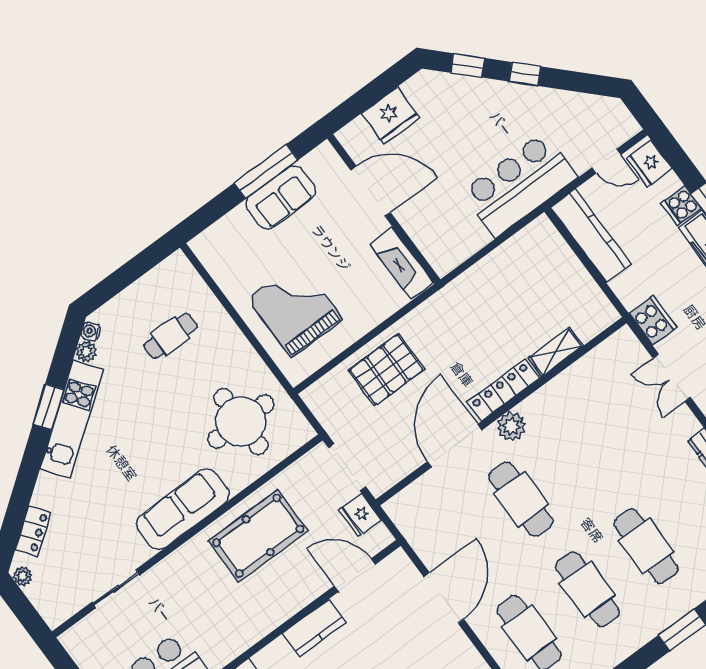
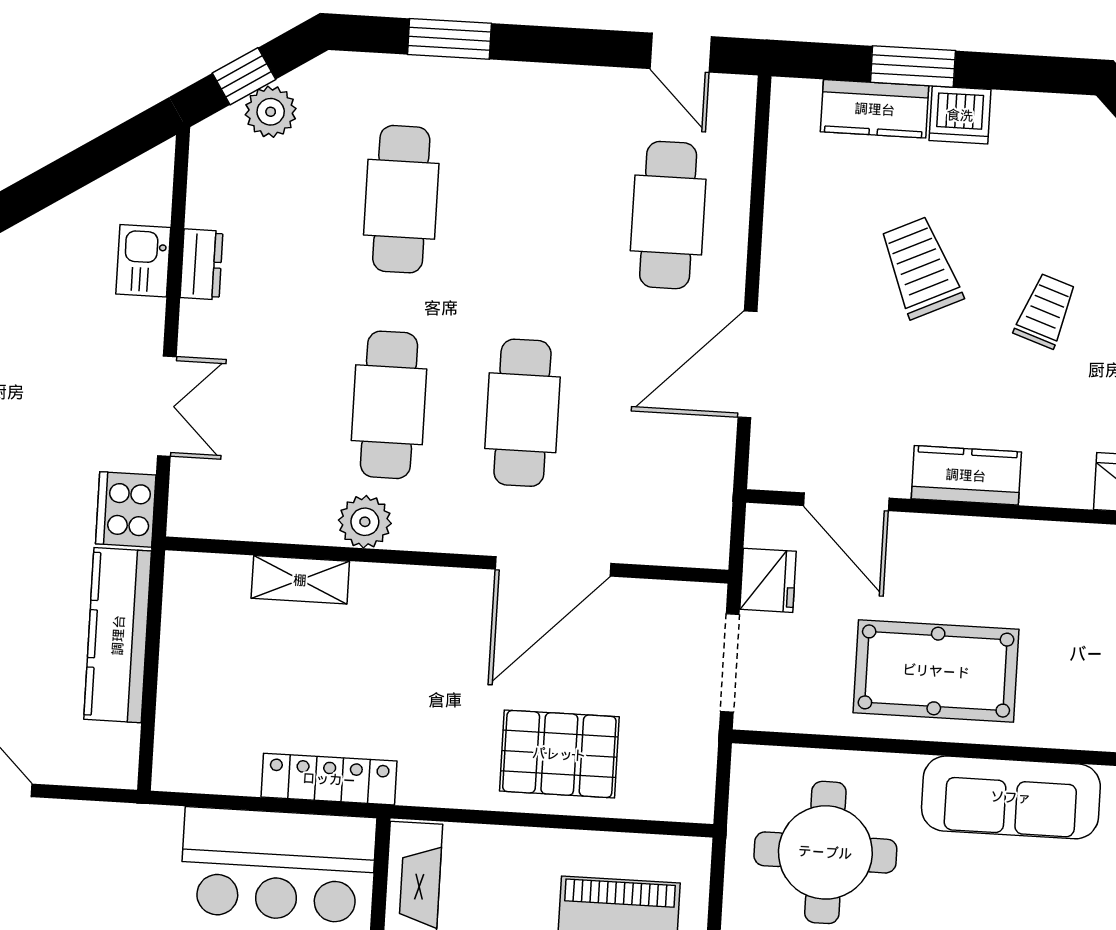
bar counter: (520, 185) -> (278, 865), moved
kitchen counter: (591, 236) -> (118, 635), moved
locker: (503, 390) -> (329, 779), moved, turned 180
plant: (511, 426) -> (365, 522), moved
cafe table: (588, 589) -> (389, 405), moved

